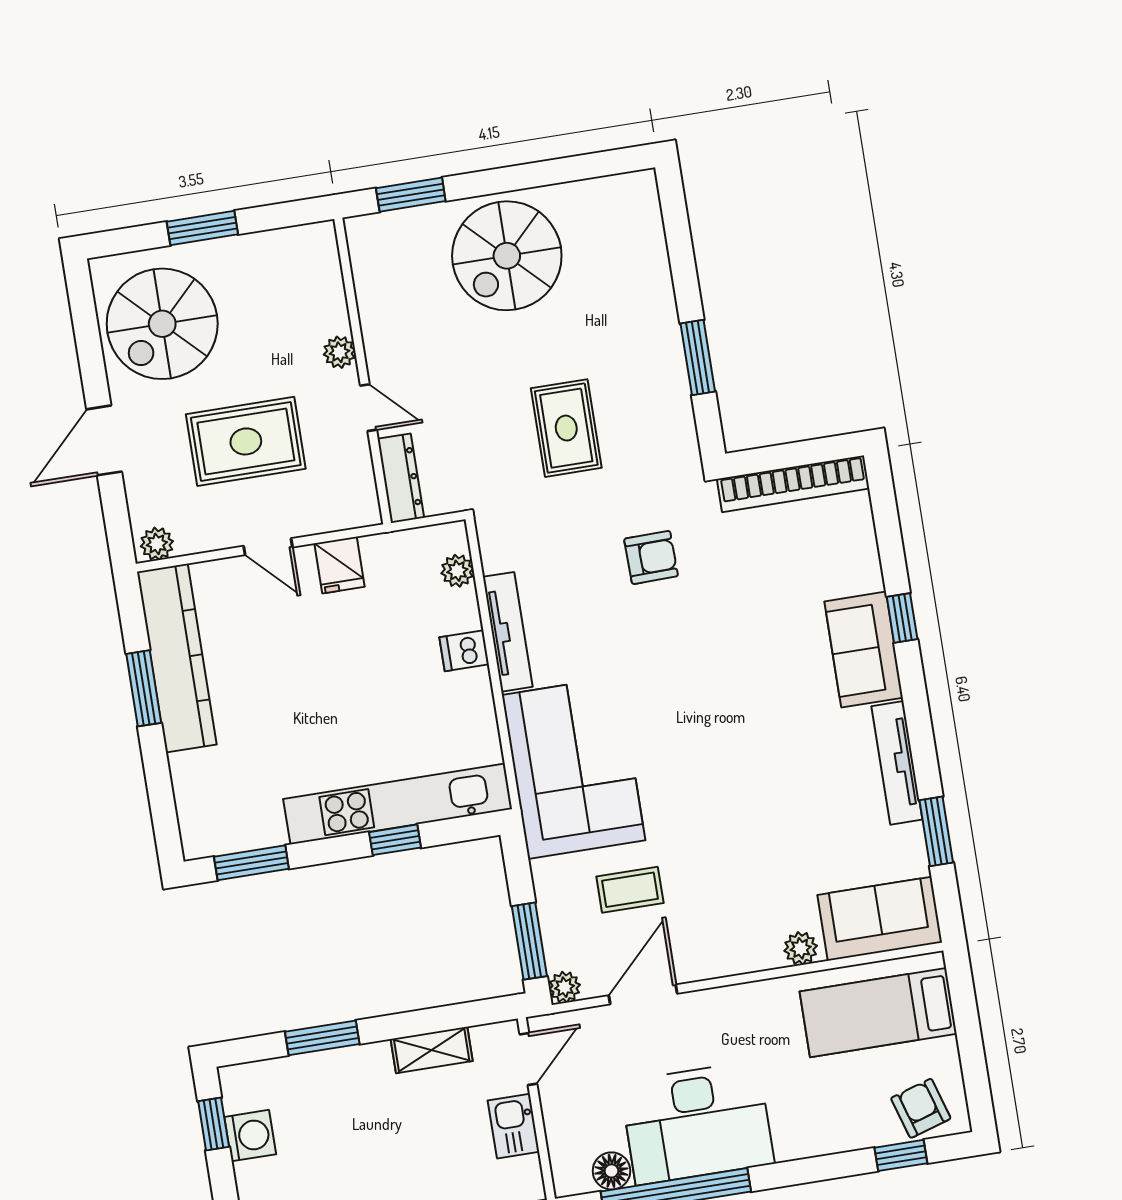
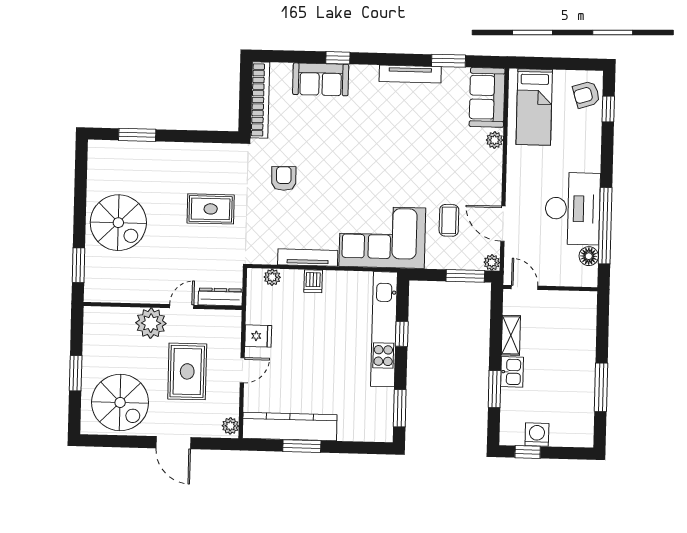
plant: (339, 352) -> (151, 323), width x1.88, depth x1.88
window: (698, 357) -> (137, 135), moved
sofa: (864, 650) -> (321, 79), moved
kitchen sink: (514, 1126) -> (512, 372), moved, turned -90

